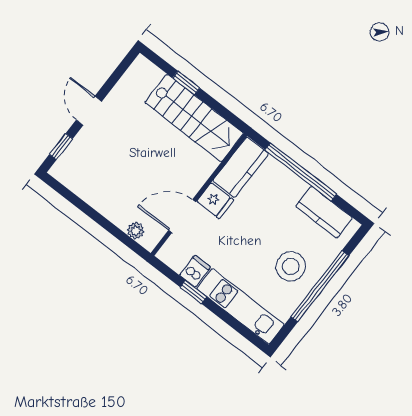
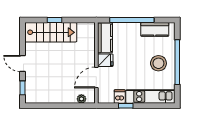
stairs: (194, 118) -> (51, 32), moved

